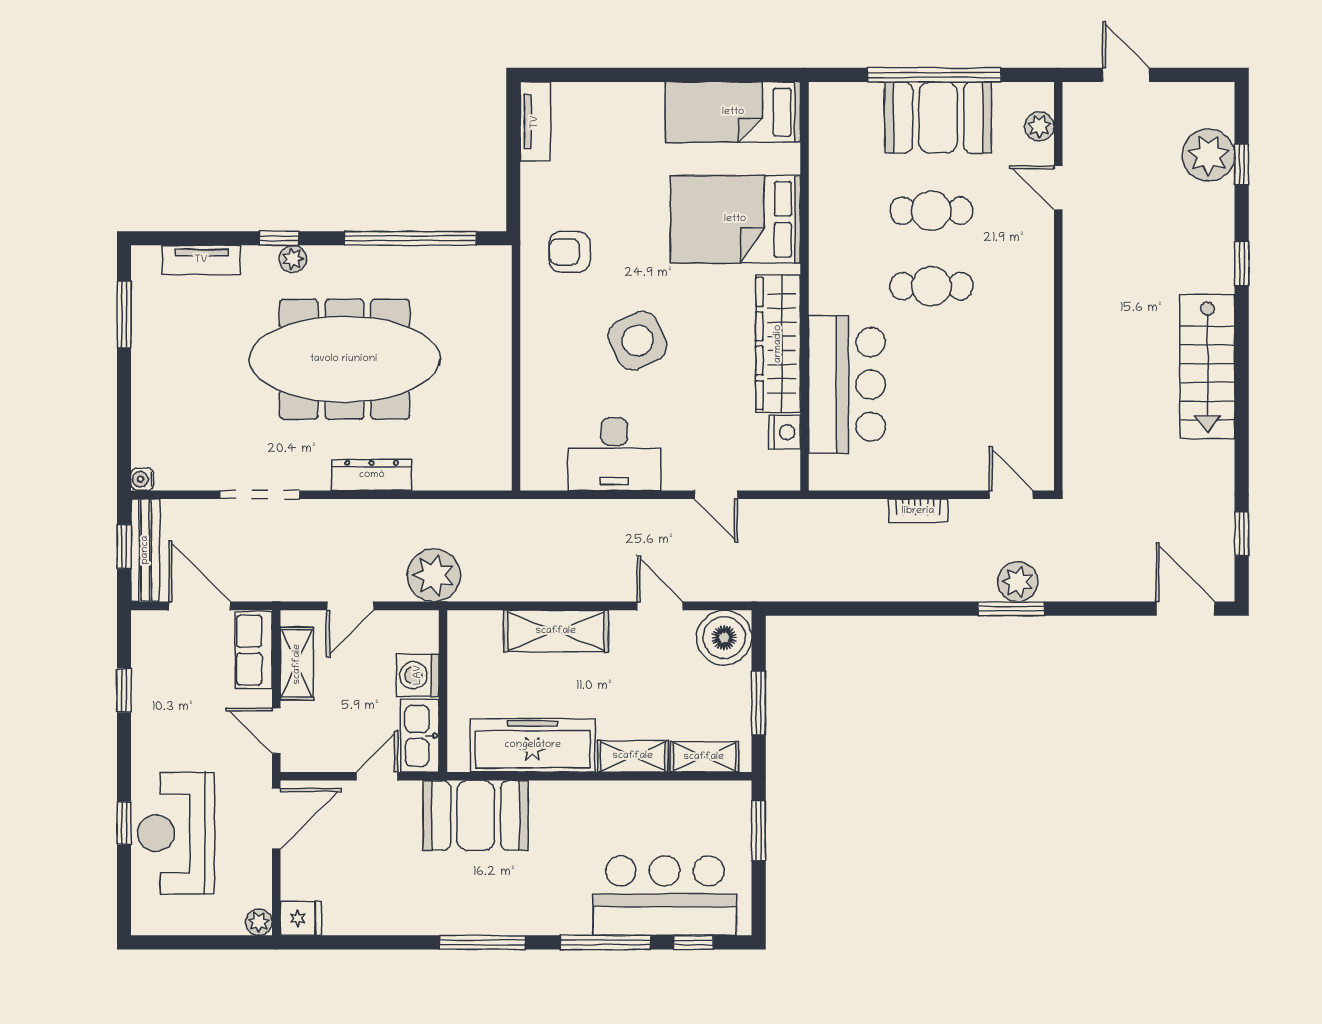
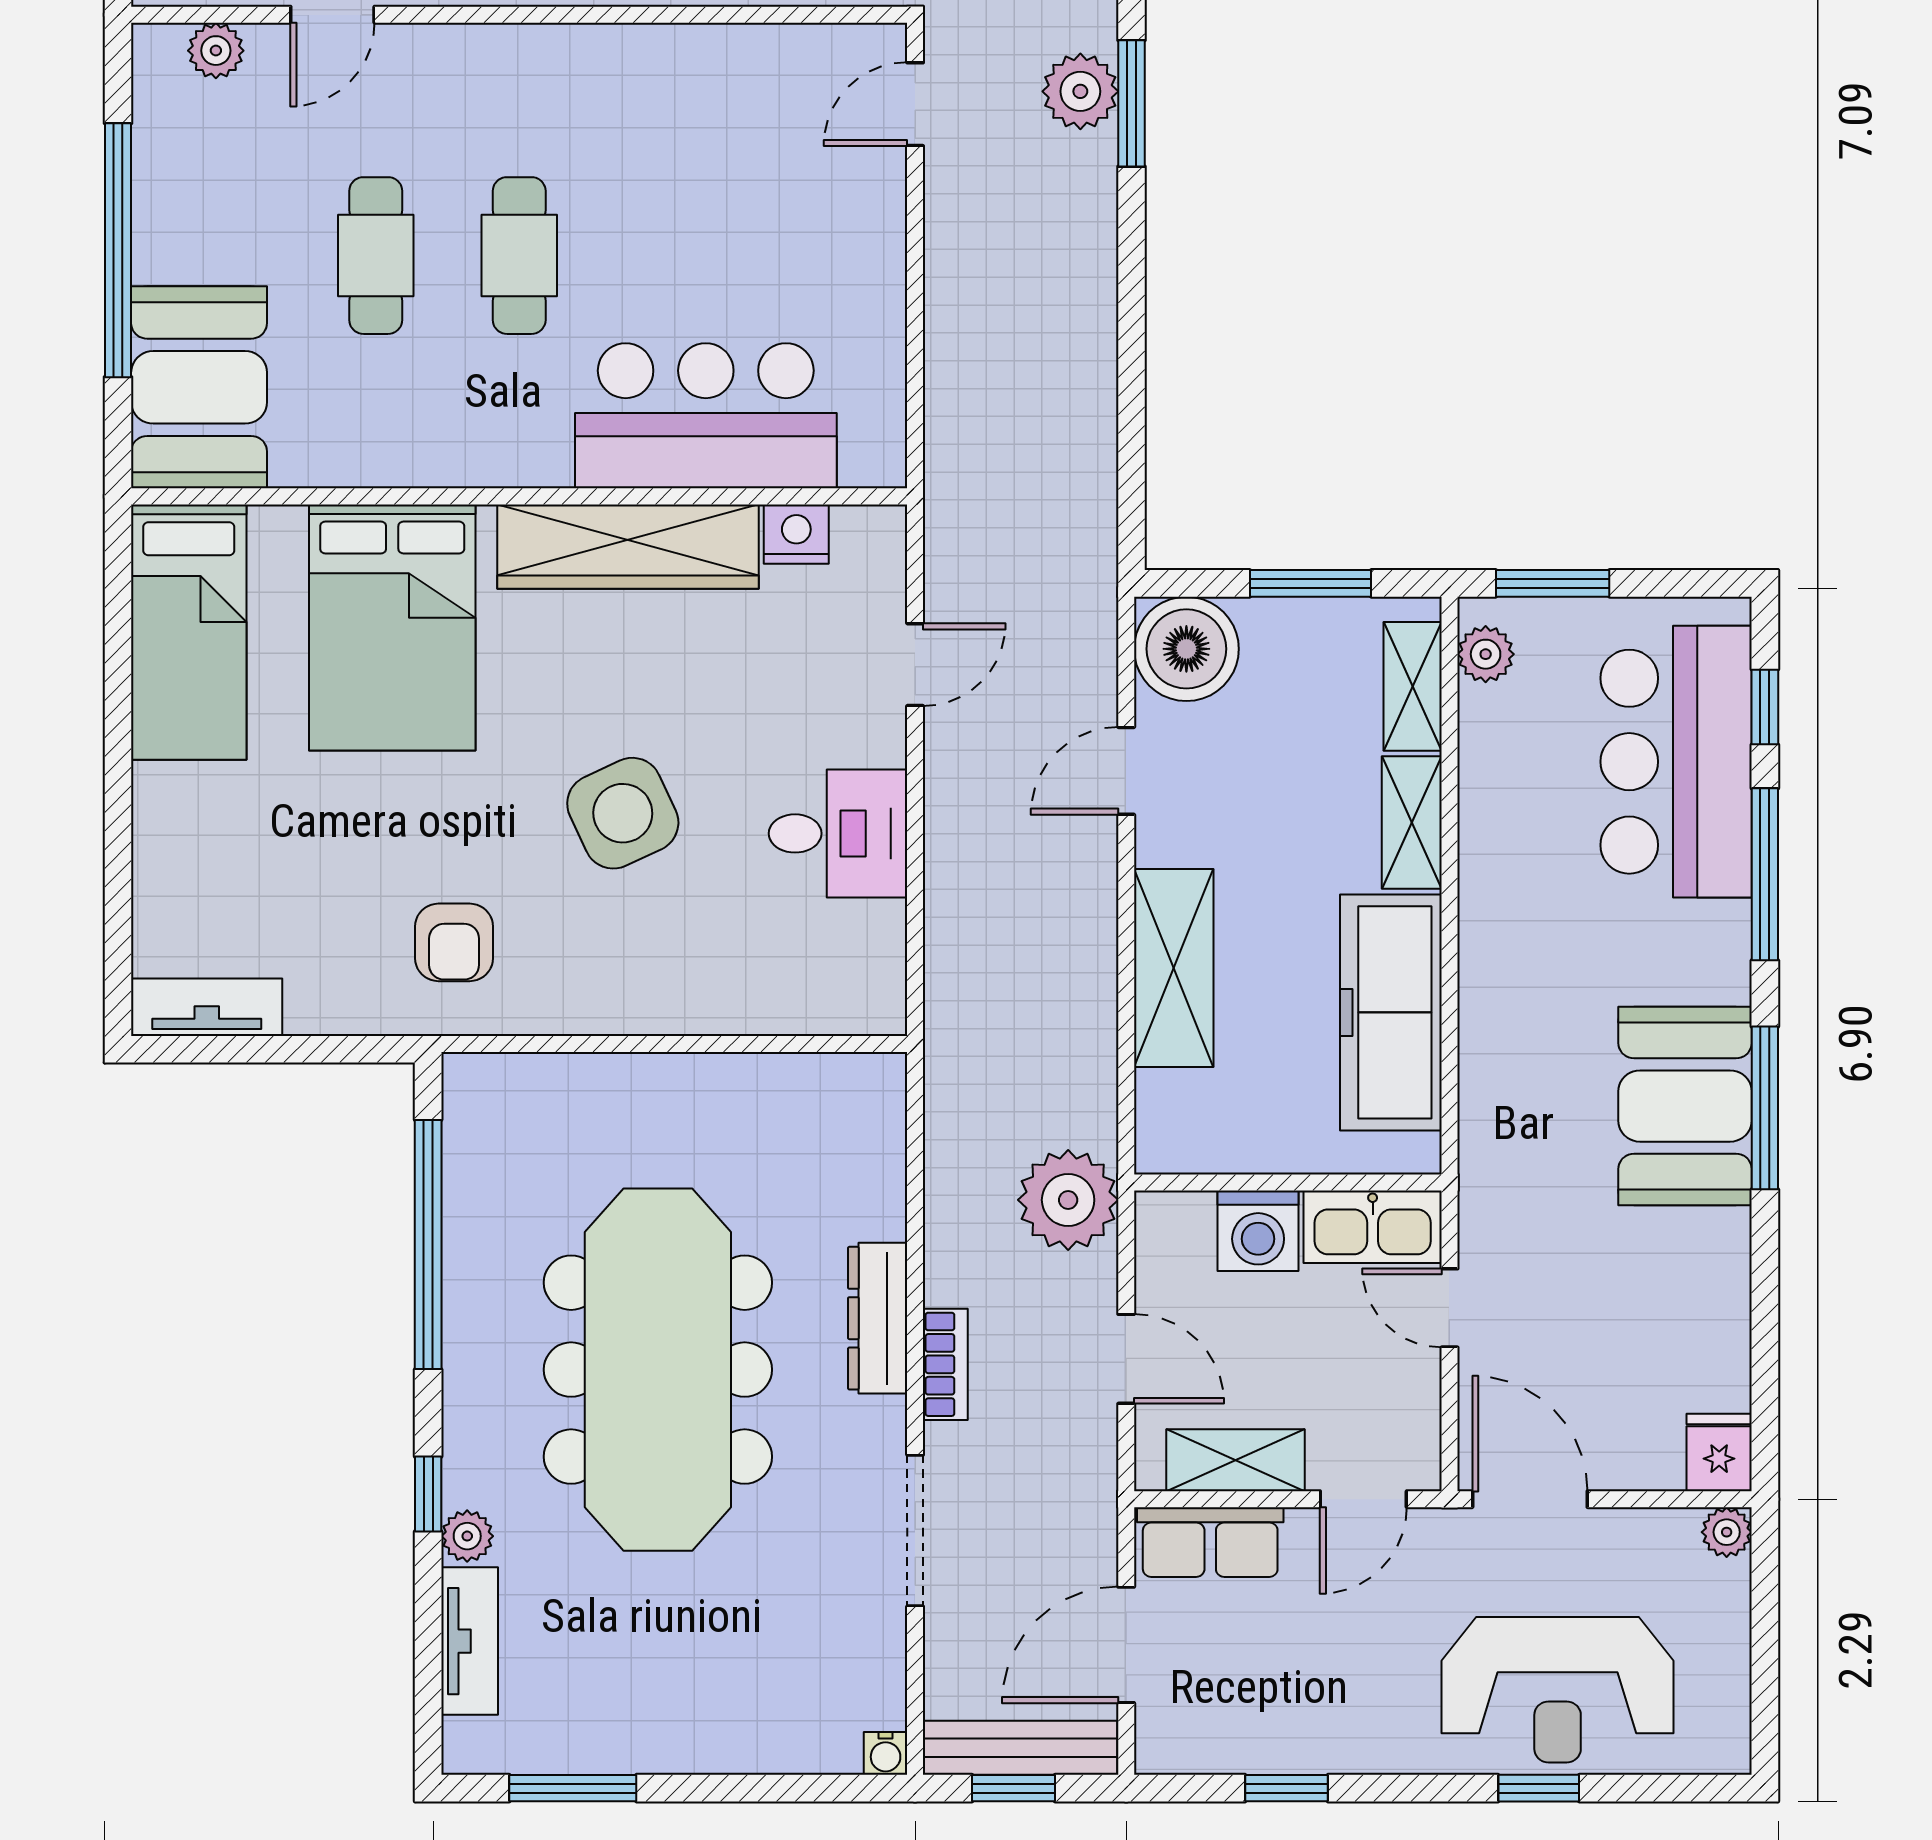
booth: (938, 118) -> (199, 387), moved
plant: (293, 259) -> (467, 1536), moved
desk: (614, 454) -> (838, 833), width x0.73
bookcase: (918, 511) -> (945, 1364), moved
plant: (721, 795) -> (1486, 654), added
booth: (476, 815) -> (1685, 1106), moved

